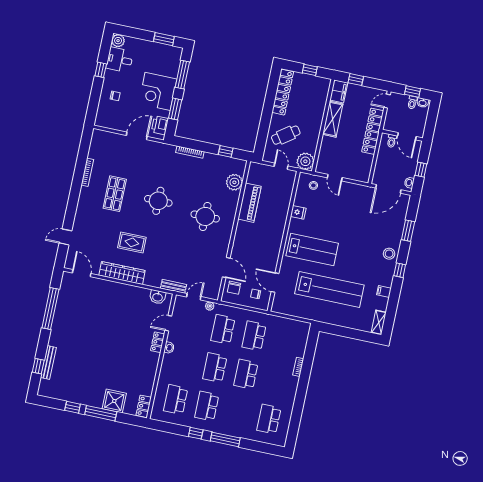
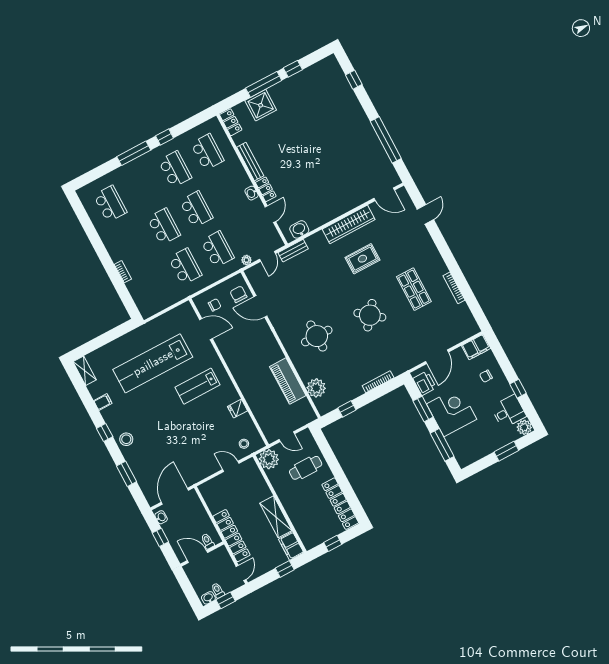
window: (164, 39) -> (506, 451), moved
filing cabinet: (105, 121) -> (476, 347), added
cafe table: (286, 135) -> (306, 468), turned 35
round table: (158, 201) -> (370, 315), turned 38
lab bench: (312, 249) -> (197, 386), width x0.73, depth x0.72
bench: (48, 362) -> (250, 161), moved

